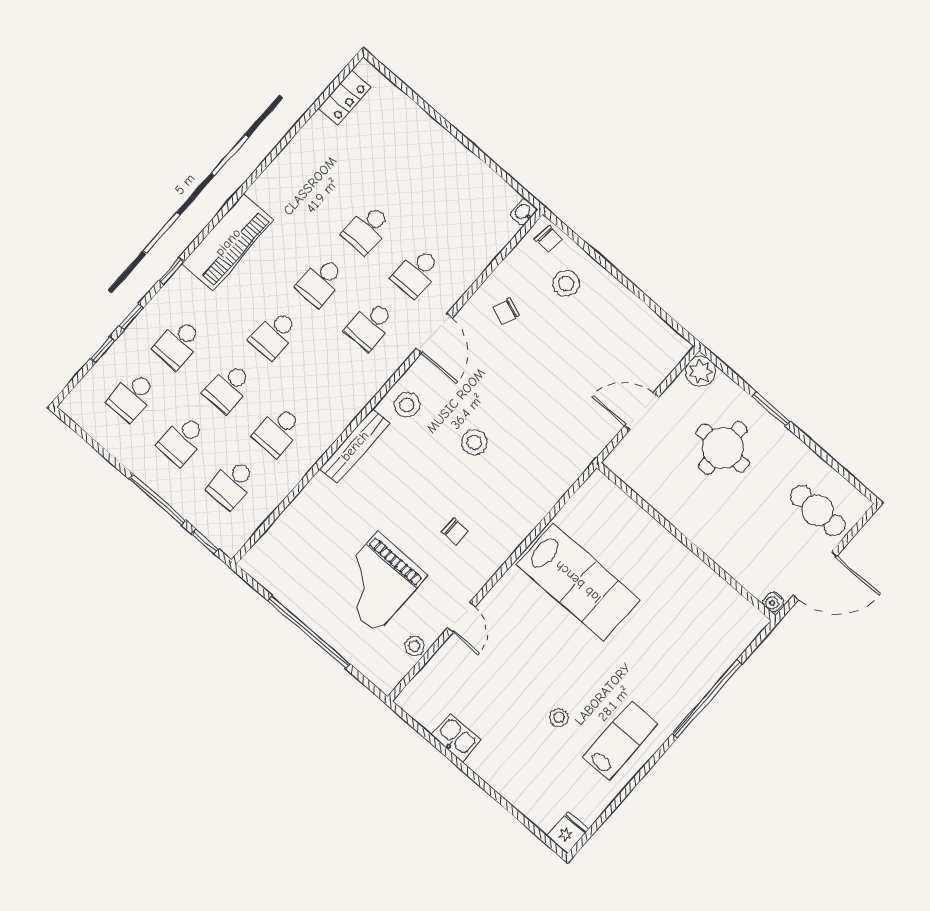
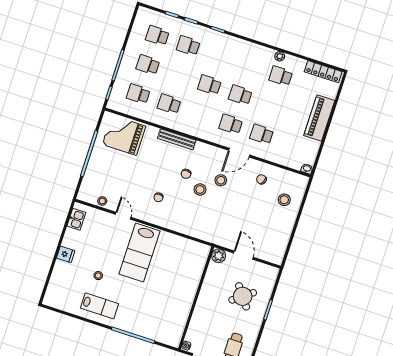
locker: (344, 98) -> (323, 72), width x1.53
plant: (277, 171) -> (280, 56), added
school desk: (367, 229) -> (281, 76), moved
chair: (549, 239) -> (186, 174), moved
piano: (228, 242) -> (319, 118), moved, turned 90
plant: (701, 372) -> (219, 256), moved
school desk: (228, 387) -> (179, 75), removed
stool: (407, 405) -> (221, 180), moved
round table: (723, 448) -> (243, 296), turned -37
lab bench: (578, 582) -> (140, 253), moved
grand piano: (377, 583) -> (124, 135), moved
door: (461, 617) -> (123, 216), swing flipped
kitchen sink: (456, 738) -> (76, 219), moved
fridge: (568, 833) -> (66, 254), moved

